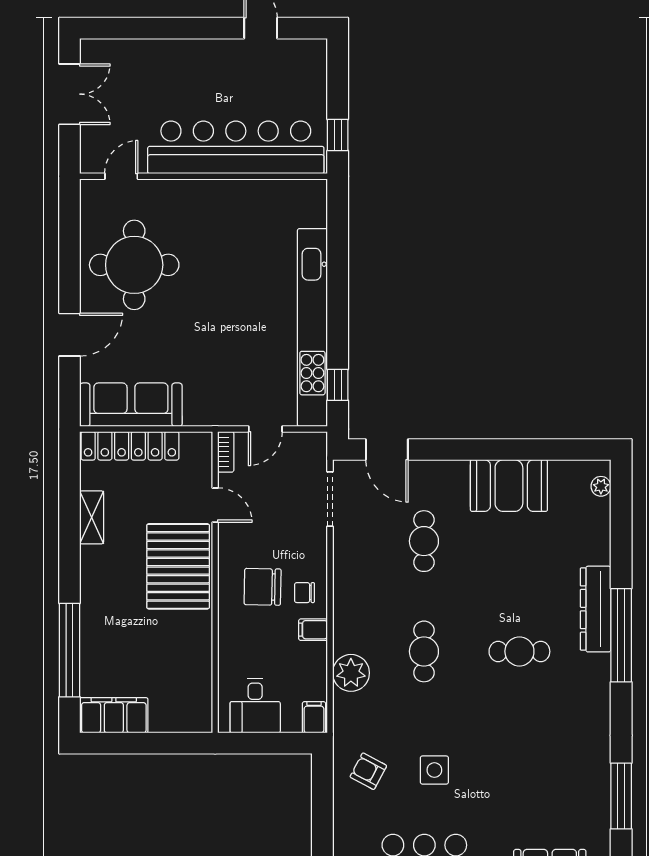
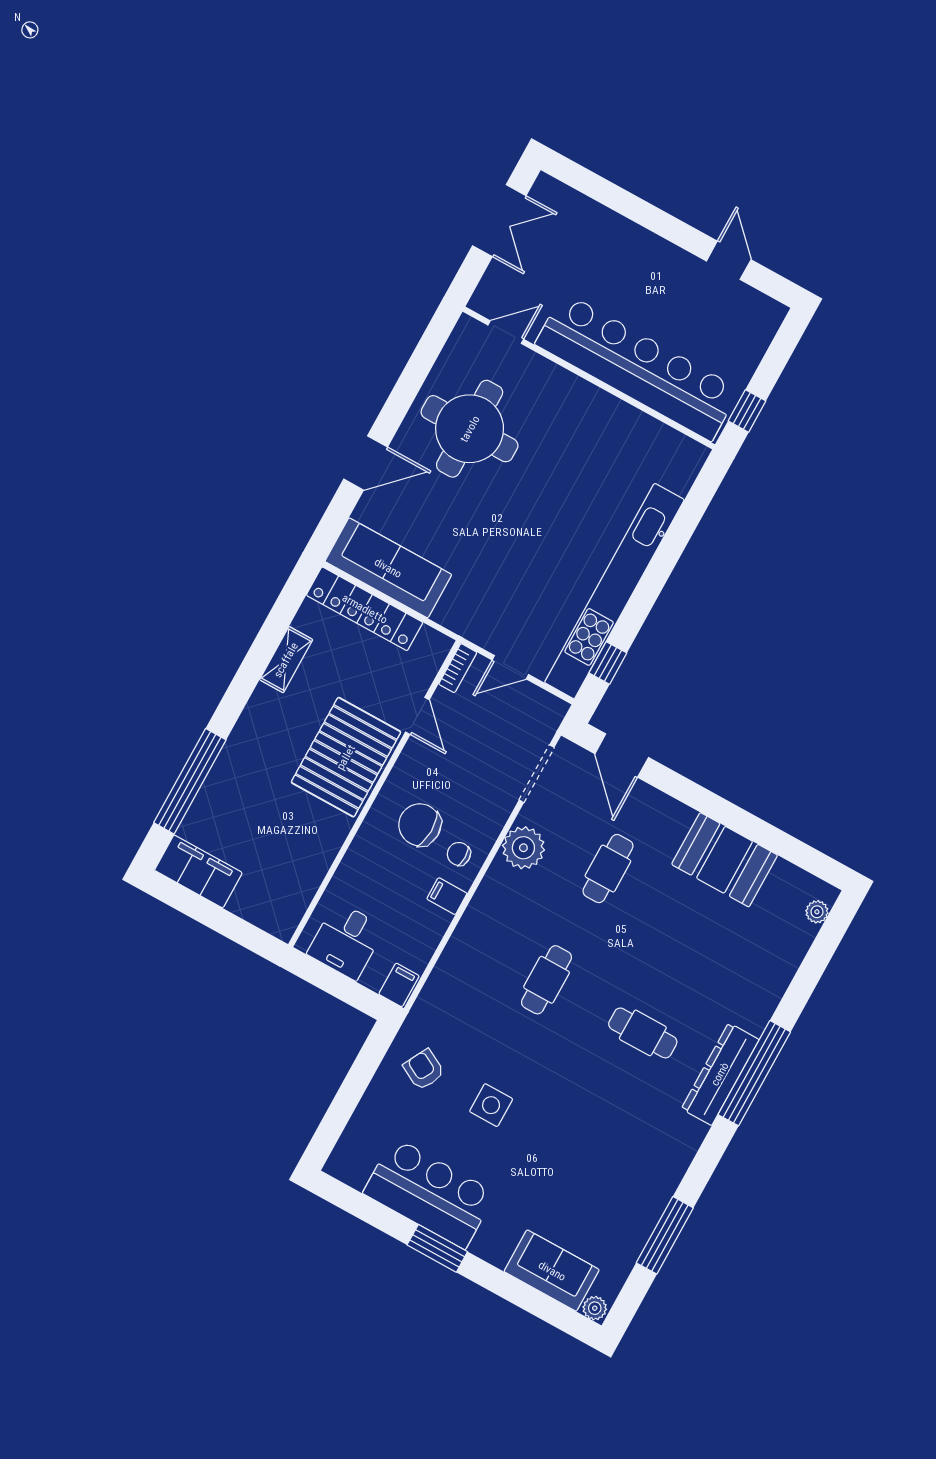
dresser: (596, 609) -> (720, 1074), moved
plant: (351, 673) -> (523, 848), moved

